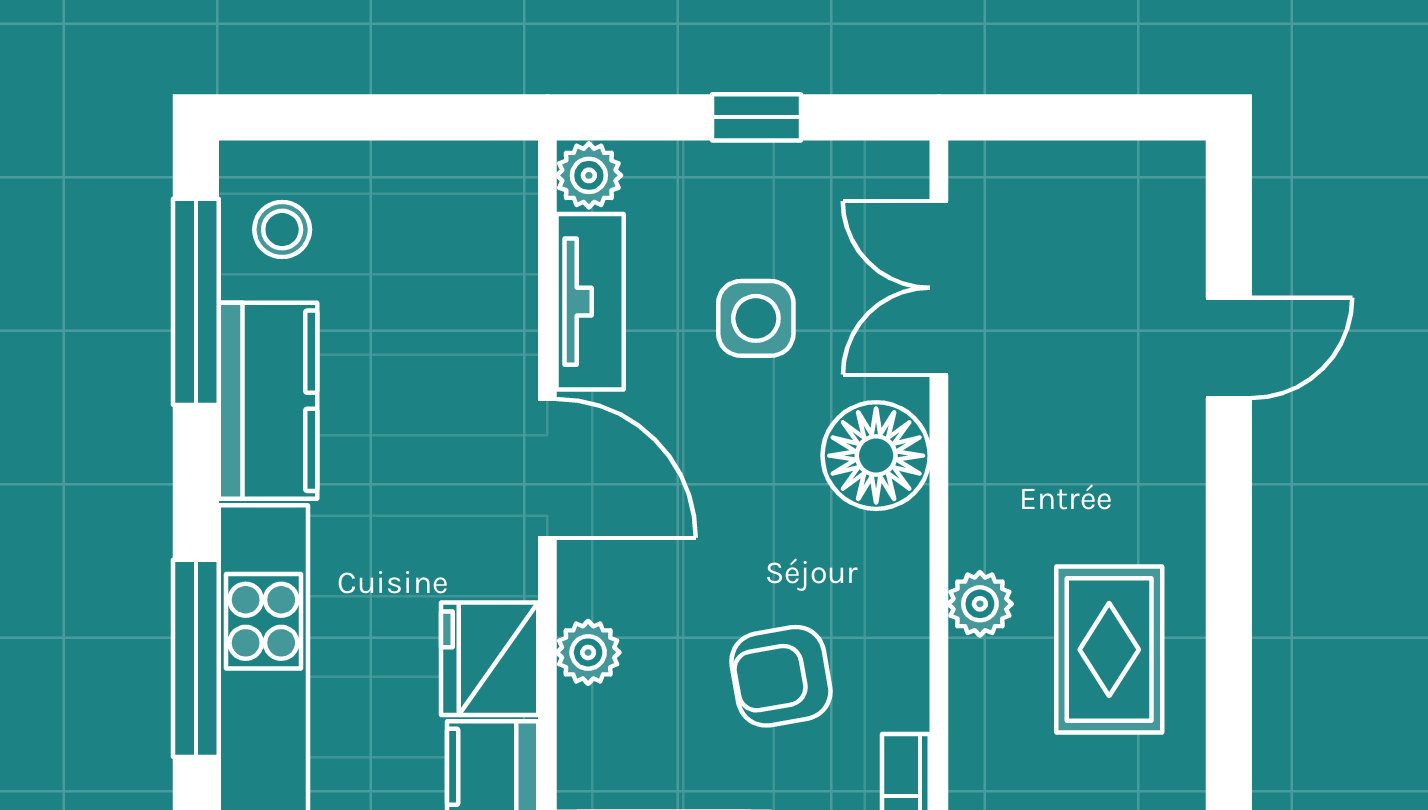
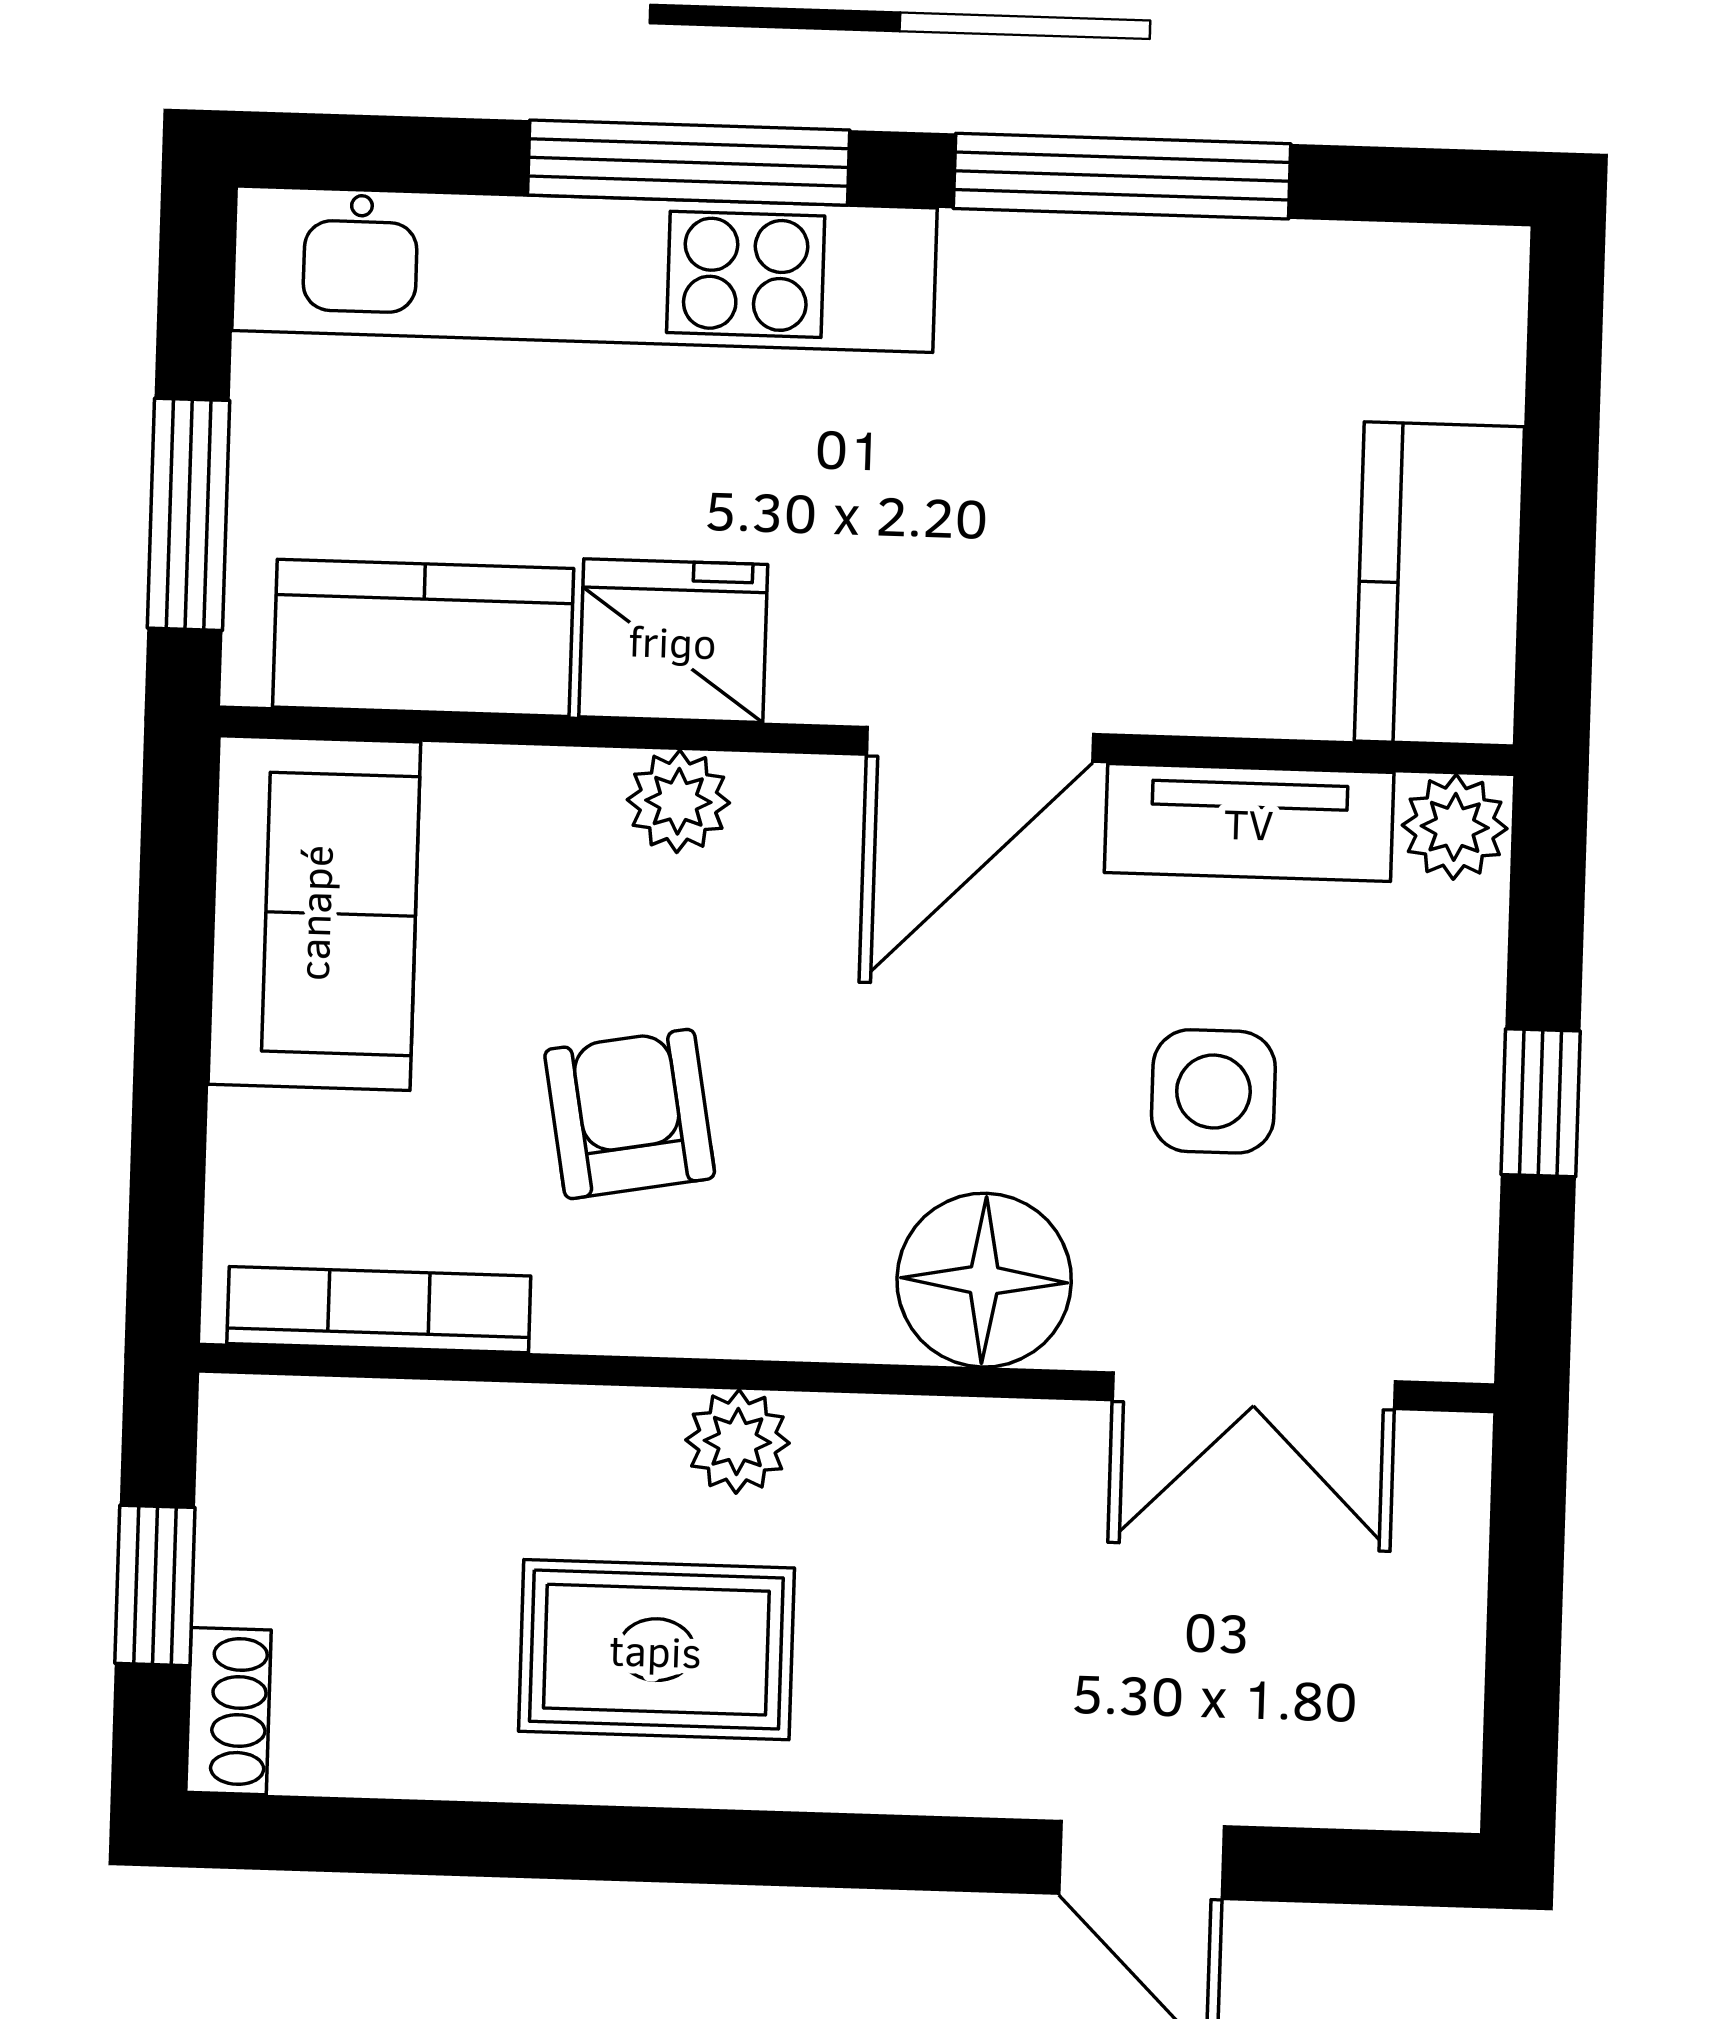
stool: (282, 230) -> (1382, 325), removed
double door: (939, 288) -> (1254, 1391), swing flipped
window: (196, 302) -> (1122, 176), moved
kitchen counter: (268, 401) -> (1439, 584), moved, turned 90

